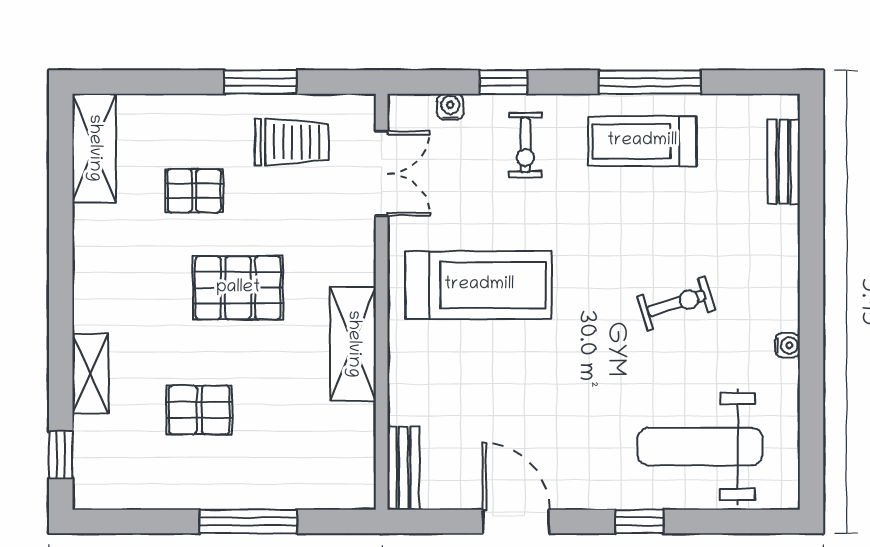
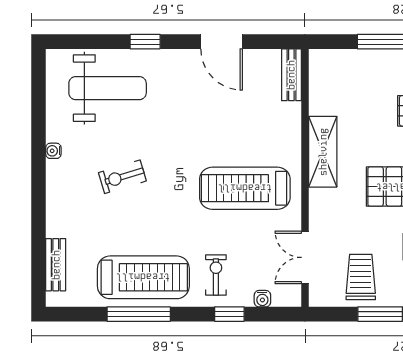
treadmill: (642, 141) -> (143, 277), width x1.37, depth x1.38
trolley: (292, 142) -> (361, 277), turned 90

